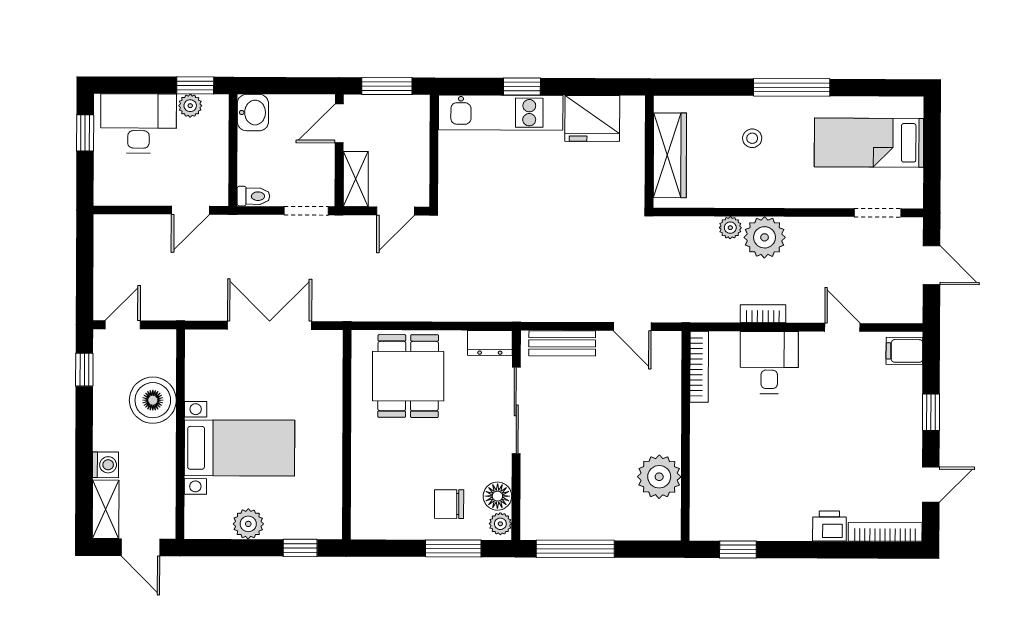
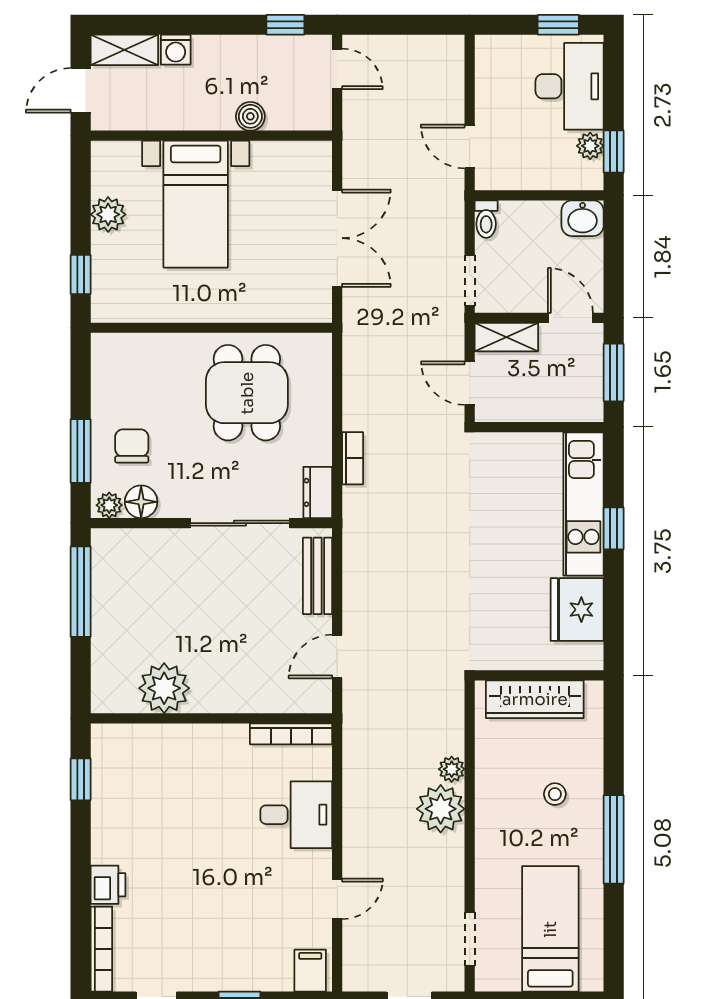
bookcase: (763, 314) -> (353, 458), moved
dining table: (408, 376) -> (247, 393), moved, turned 90
boiler: (153, 400) -> (250, 116), width x0.54, depth x0.54

